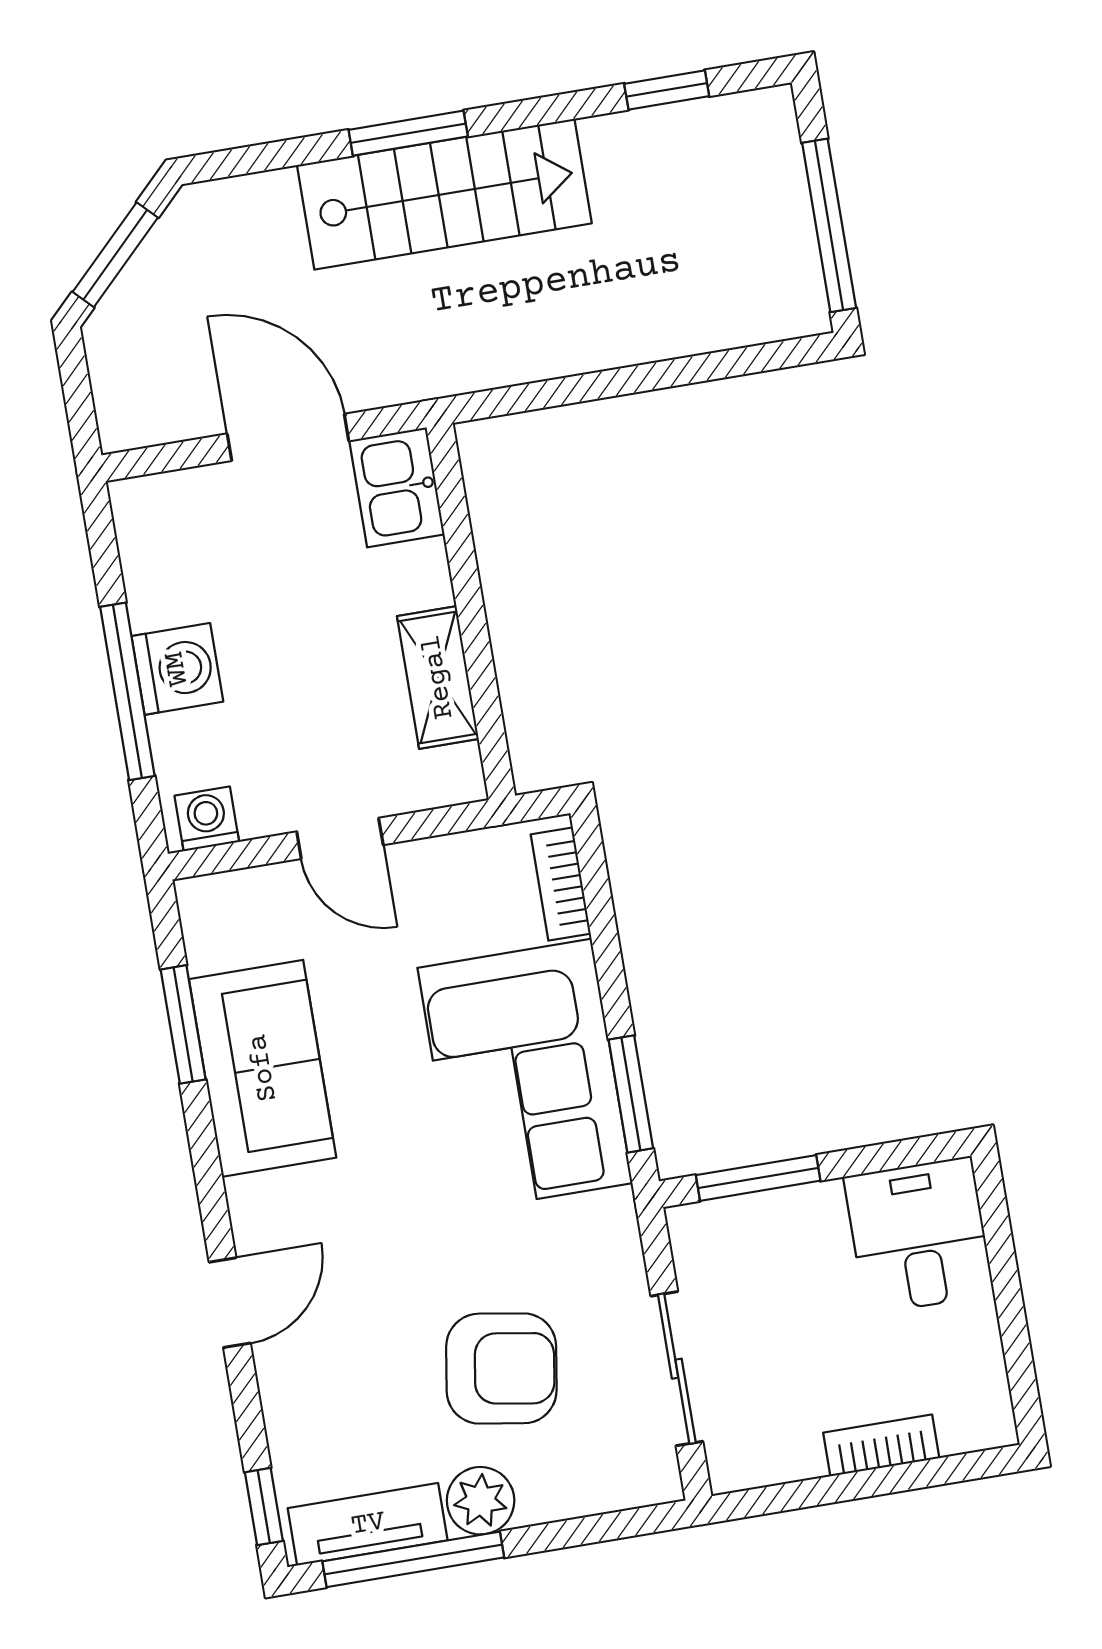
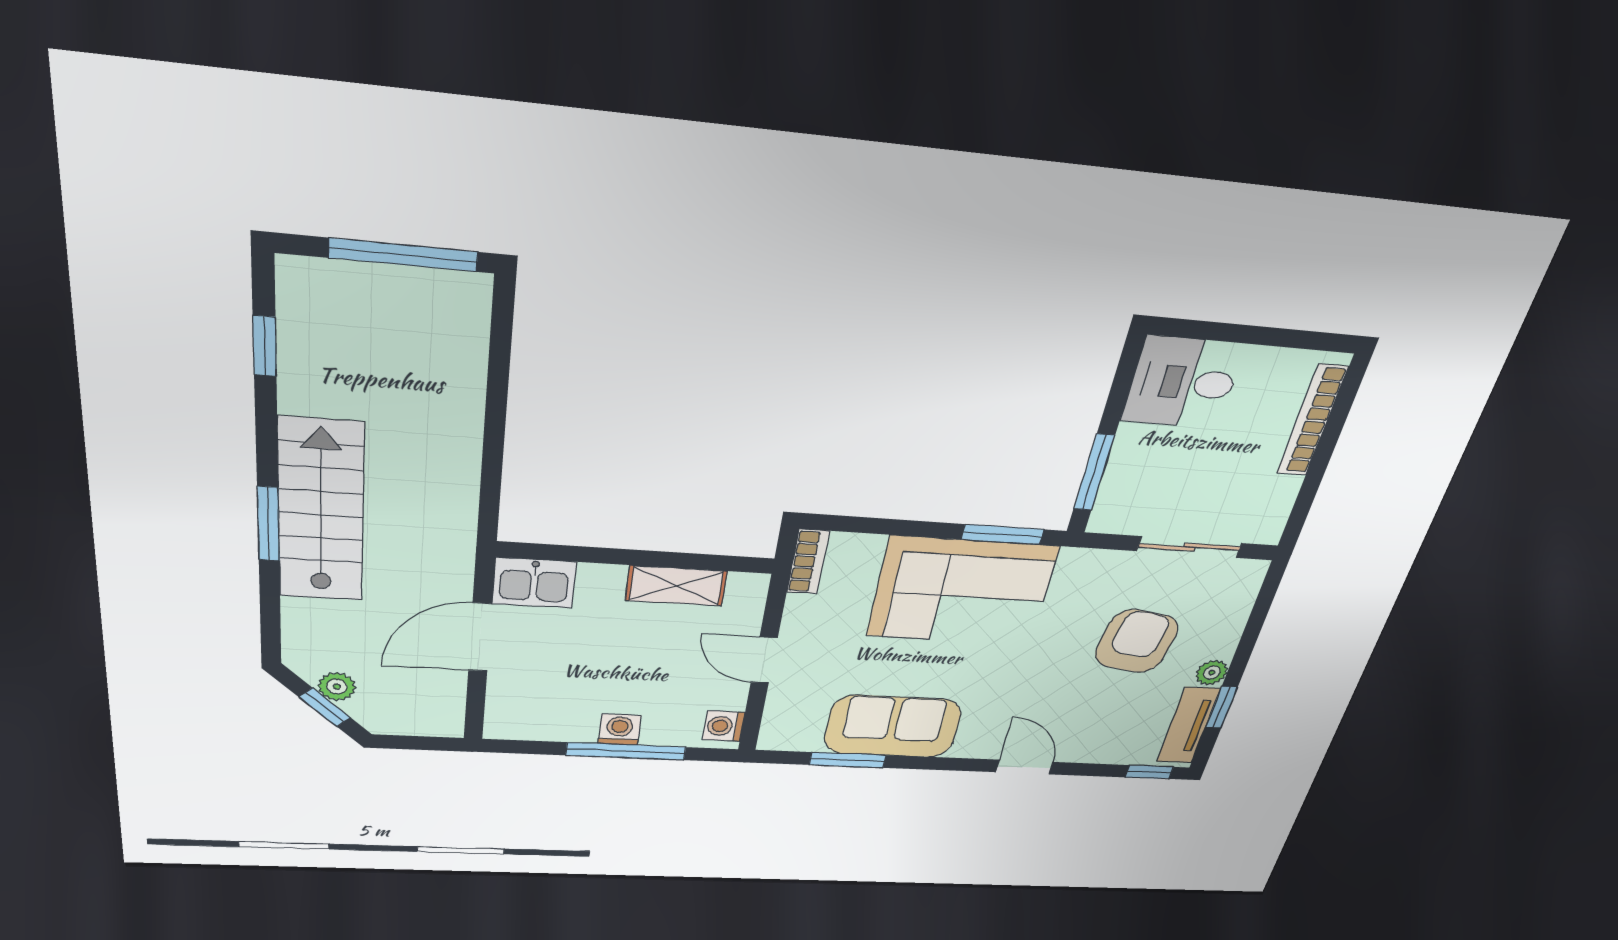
window: (115, 255) -> (325, 707), width x0.67
plant: (157, 264) -> (337, 687), added
washing machine: (177, 669) -> (619, 729), width x0.73, depth x0.73
door: (340, 838) -> (764, 660), swing flipped
bookcase: (561, 884) -> (808, 562), moved, turned -90
bookcase: (881, 1445) -> (1312, 420), width x1.56
plant: (481, 1501) -> (1212, 673), width x0.73, depth x0.73
window: (413, 1559) -> (1221, 707), width x0.46

